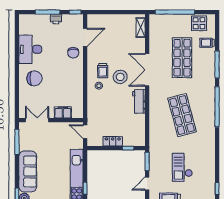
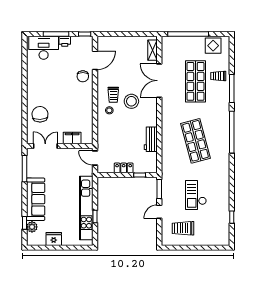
trolley: (207, 43) -> (218, 76), moved
desk: (30, 49) -> (44, 48), moved, turned 90
double door: (147, 70) -> (159, 81), moved
chair: (35, 78) -> (40, 114), moved, turned -93
workbench: (139, 101) -> (151, 139), moved

